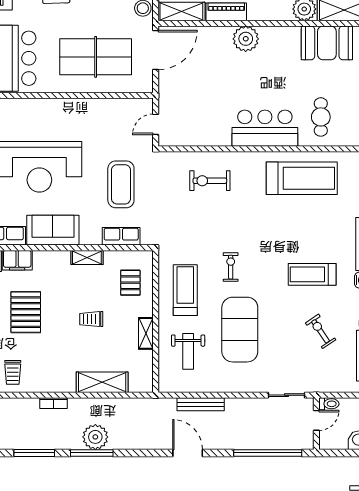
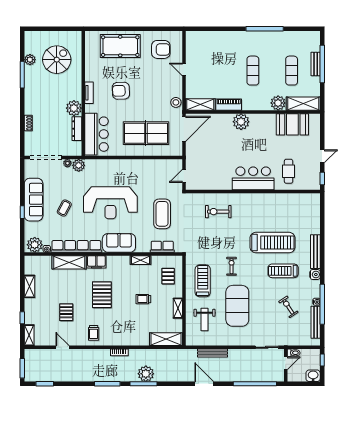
treadmill: (302, 178) -> (272, 243), moved
shelving: (102, 382) -> (166, 339), moved

